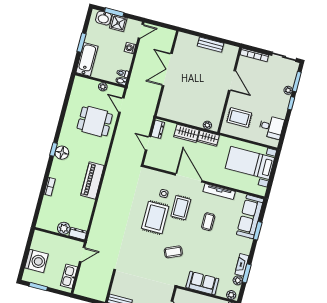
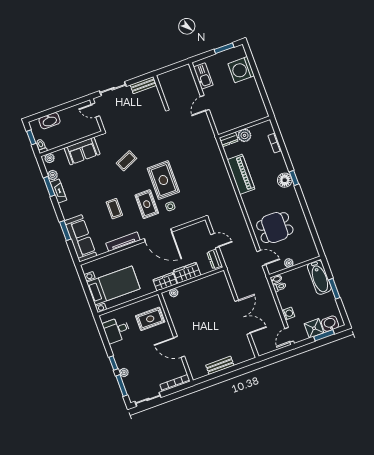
plant: (64, 228) -> (245, 135), moved
dresser: (78, 234) -> (229, 139), moved
wall: (60, 235) -> (244, 127), moved

